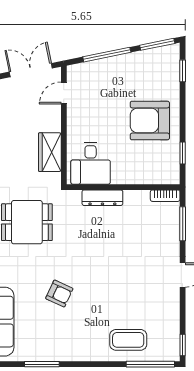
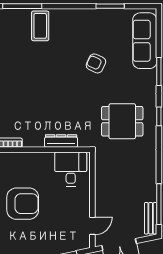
wardrobe: (50, 152) -> (104, 178), removed
coffee table: (128, 340) -> (40, 26), turned 90

